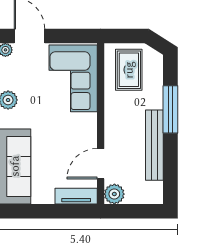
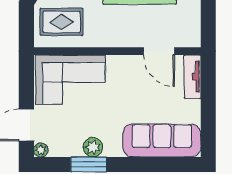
plant: (114, 194) -> (190, 37), removed

